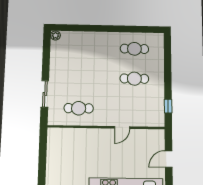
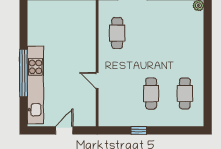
window: (168, 106) -> (139, 130), moved
door: (169, 159) -> (64, 130), hinge flipped

